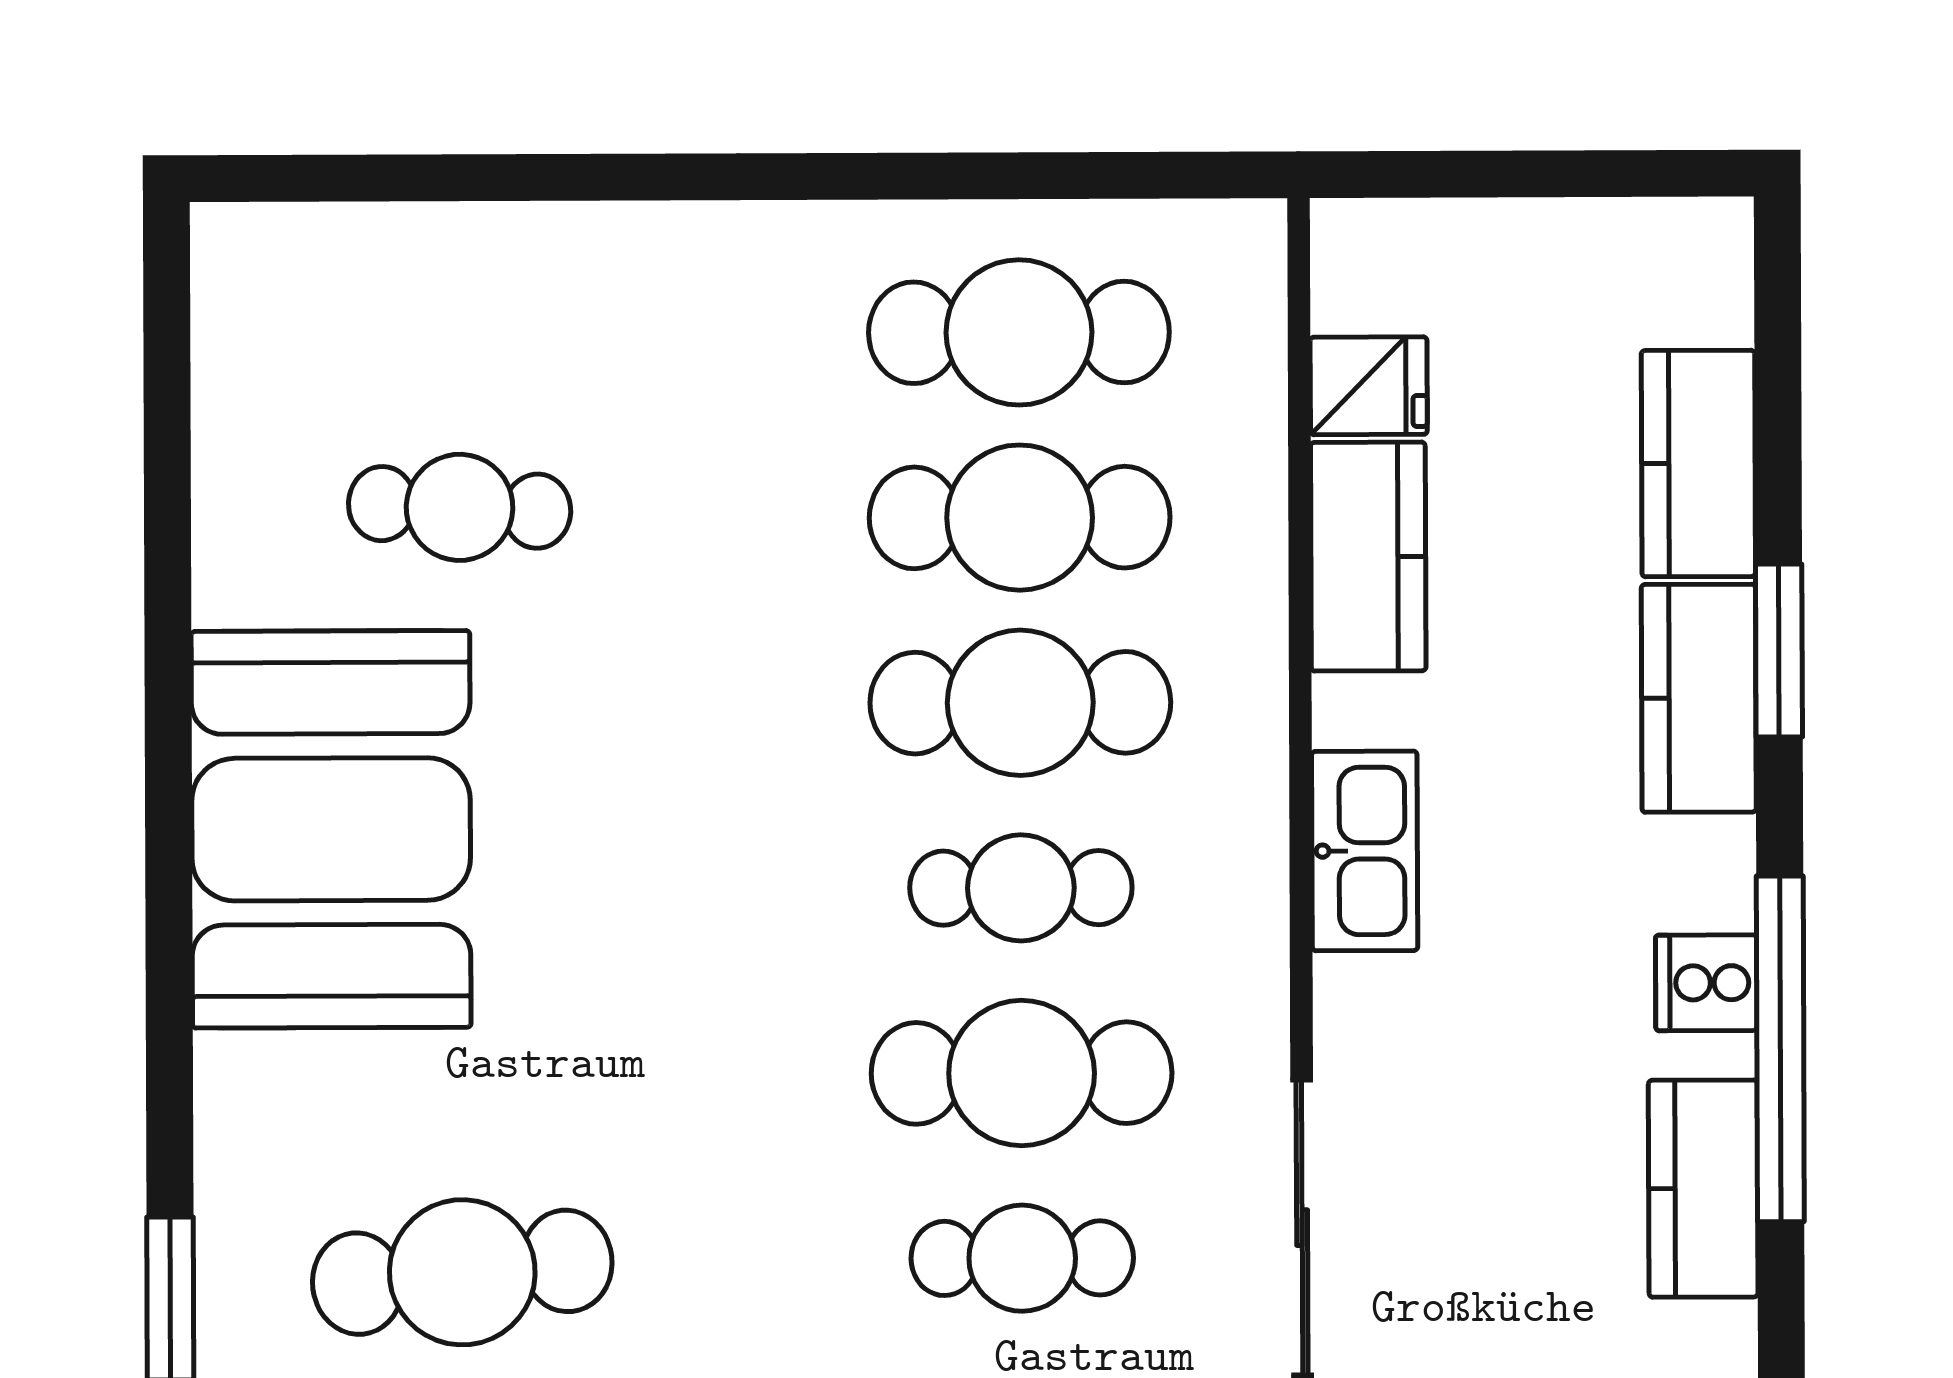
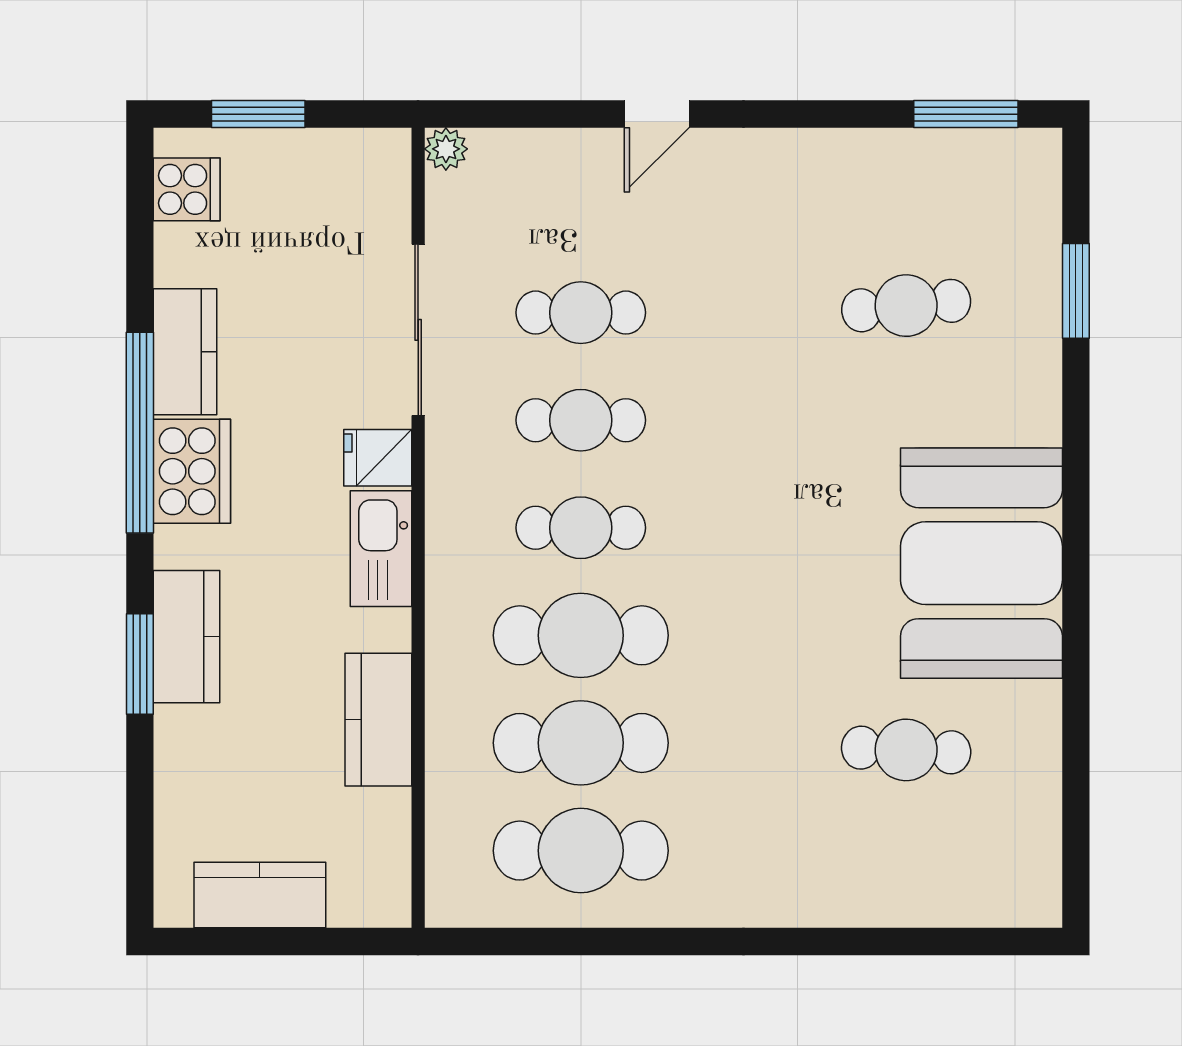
fridge: (1369, 386) -> (378, 458), moved
kitchen counter: (1698, 464) -> (260, 895), moved, turned -90
cooker: (1706, 983) -> (192, 471), width x1.87, depth x1.31
cafe table: (1022, 1073) -> (581, 420), width x0.73, depth x0.74
cafe table: (462, 1272) -> (906, 306), width x0.73, depth x0.74

